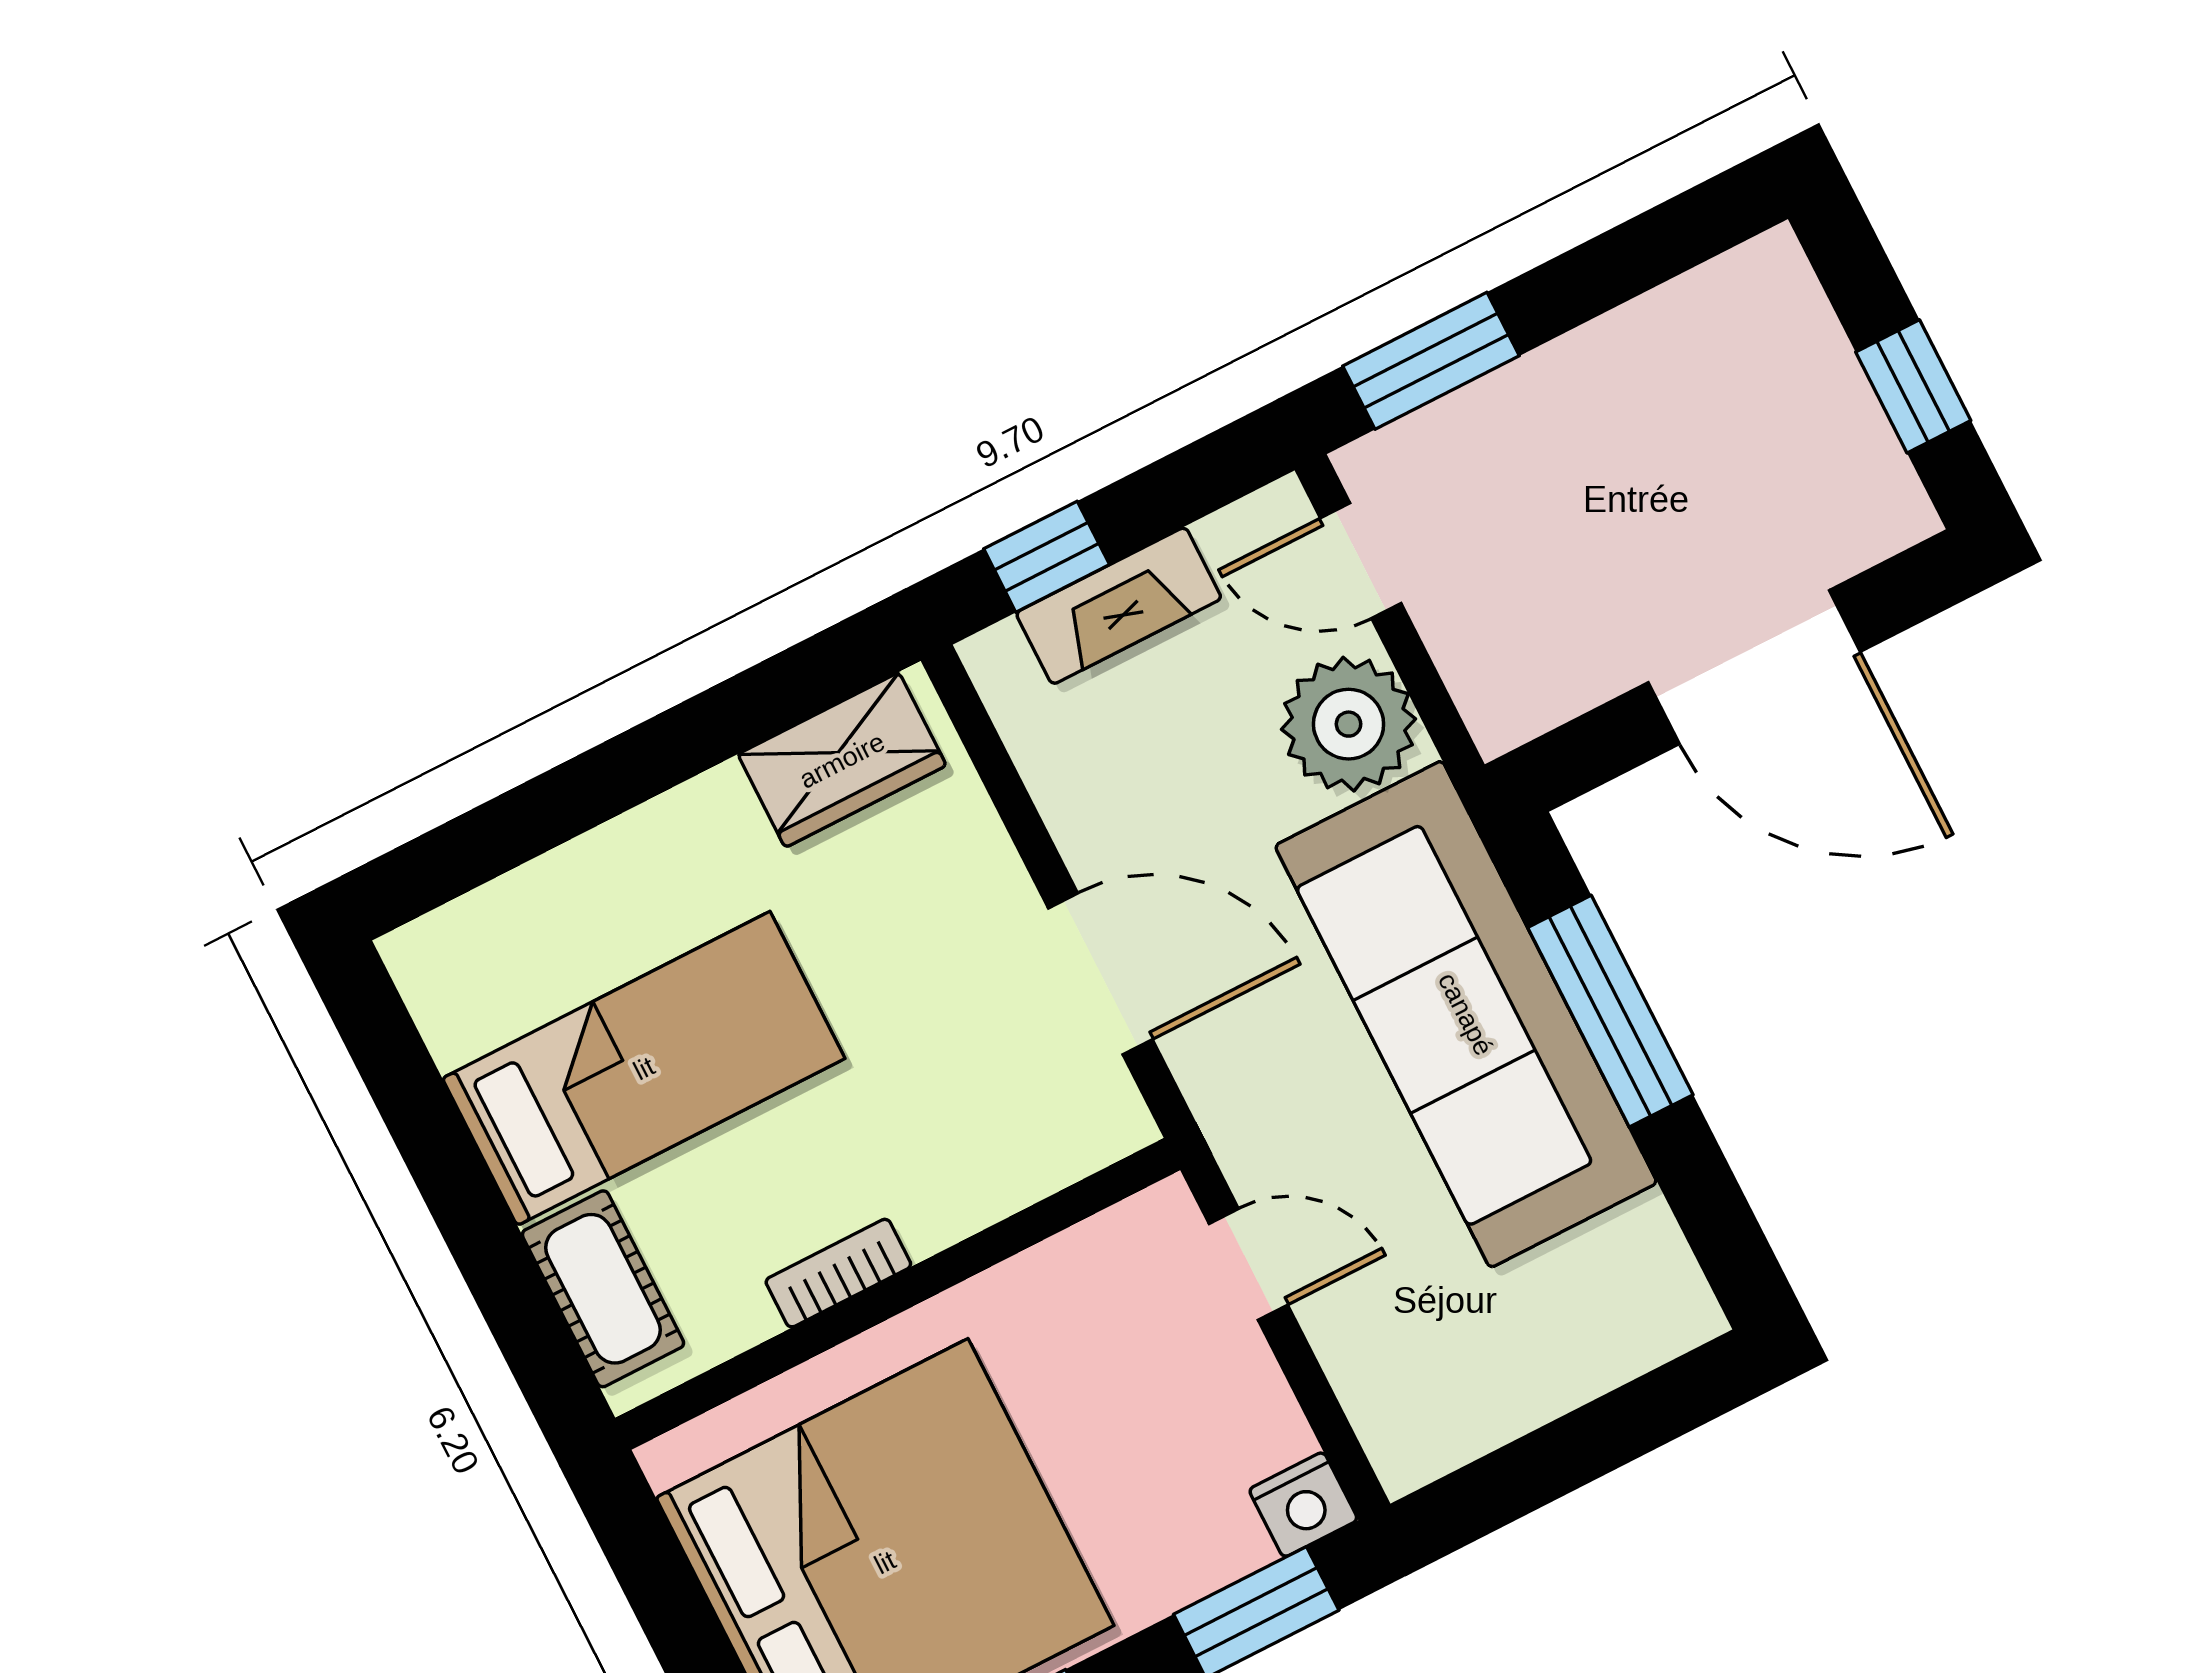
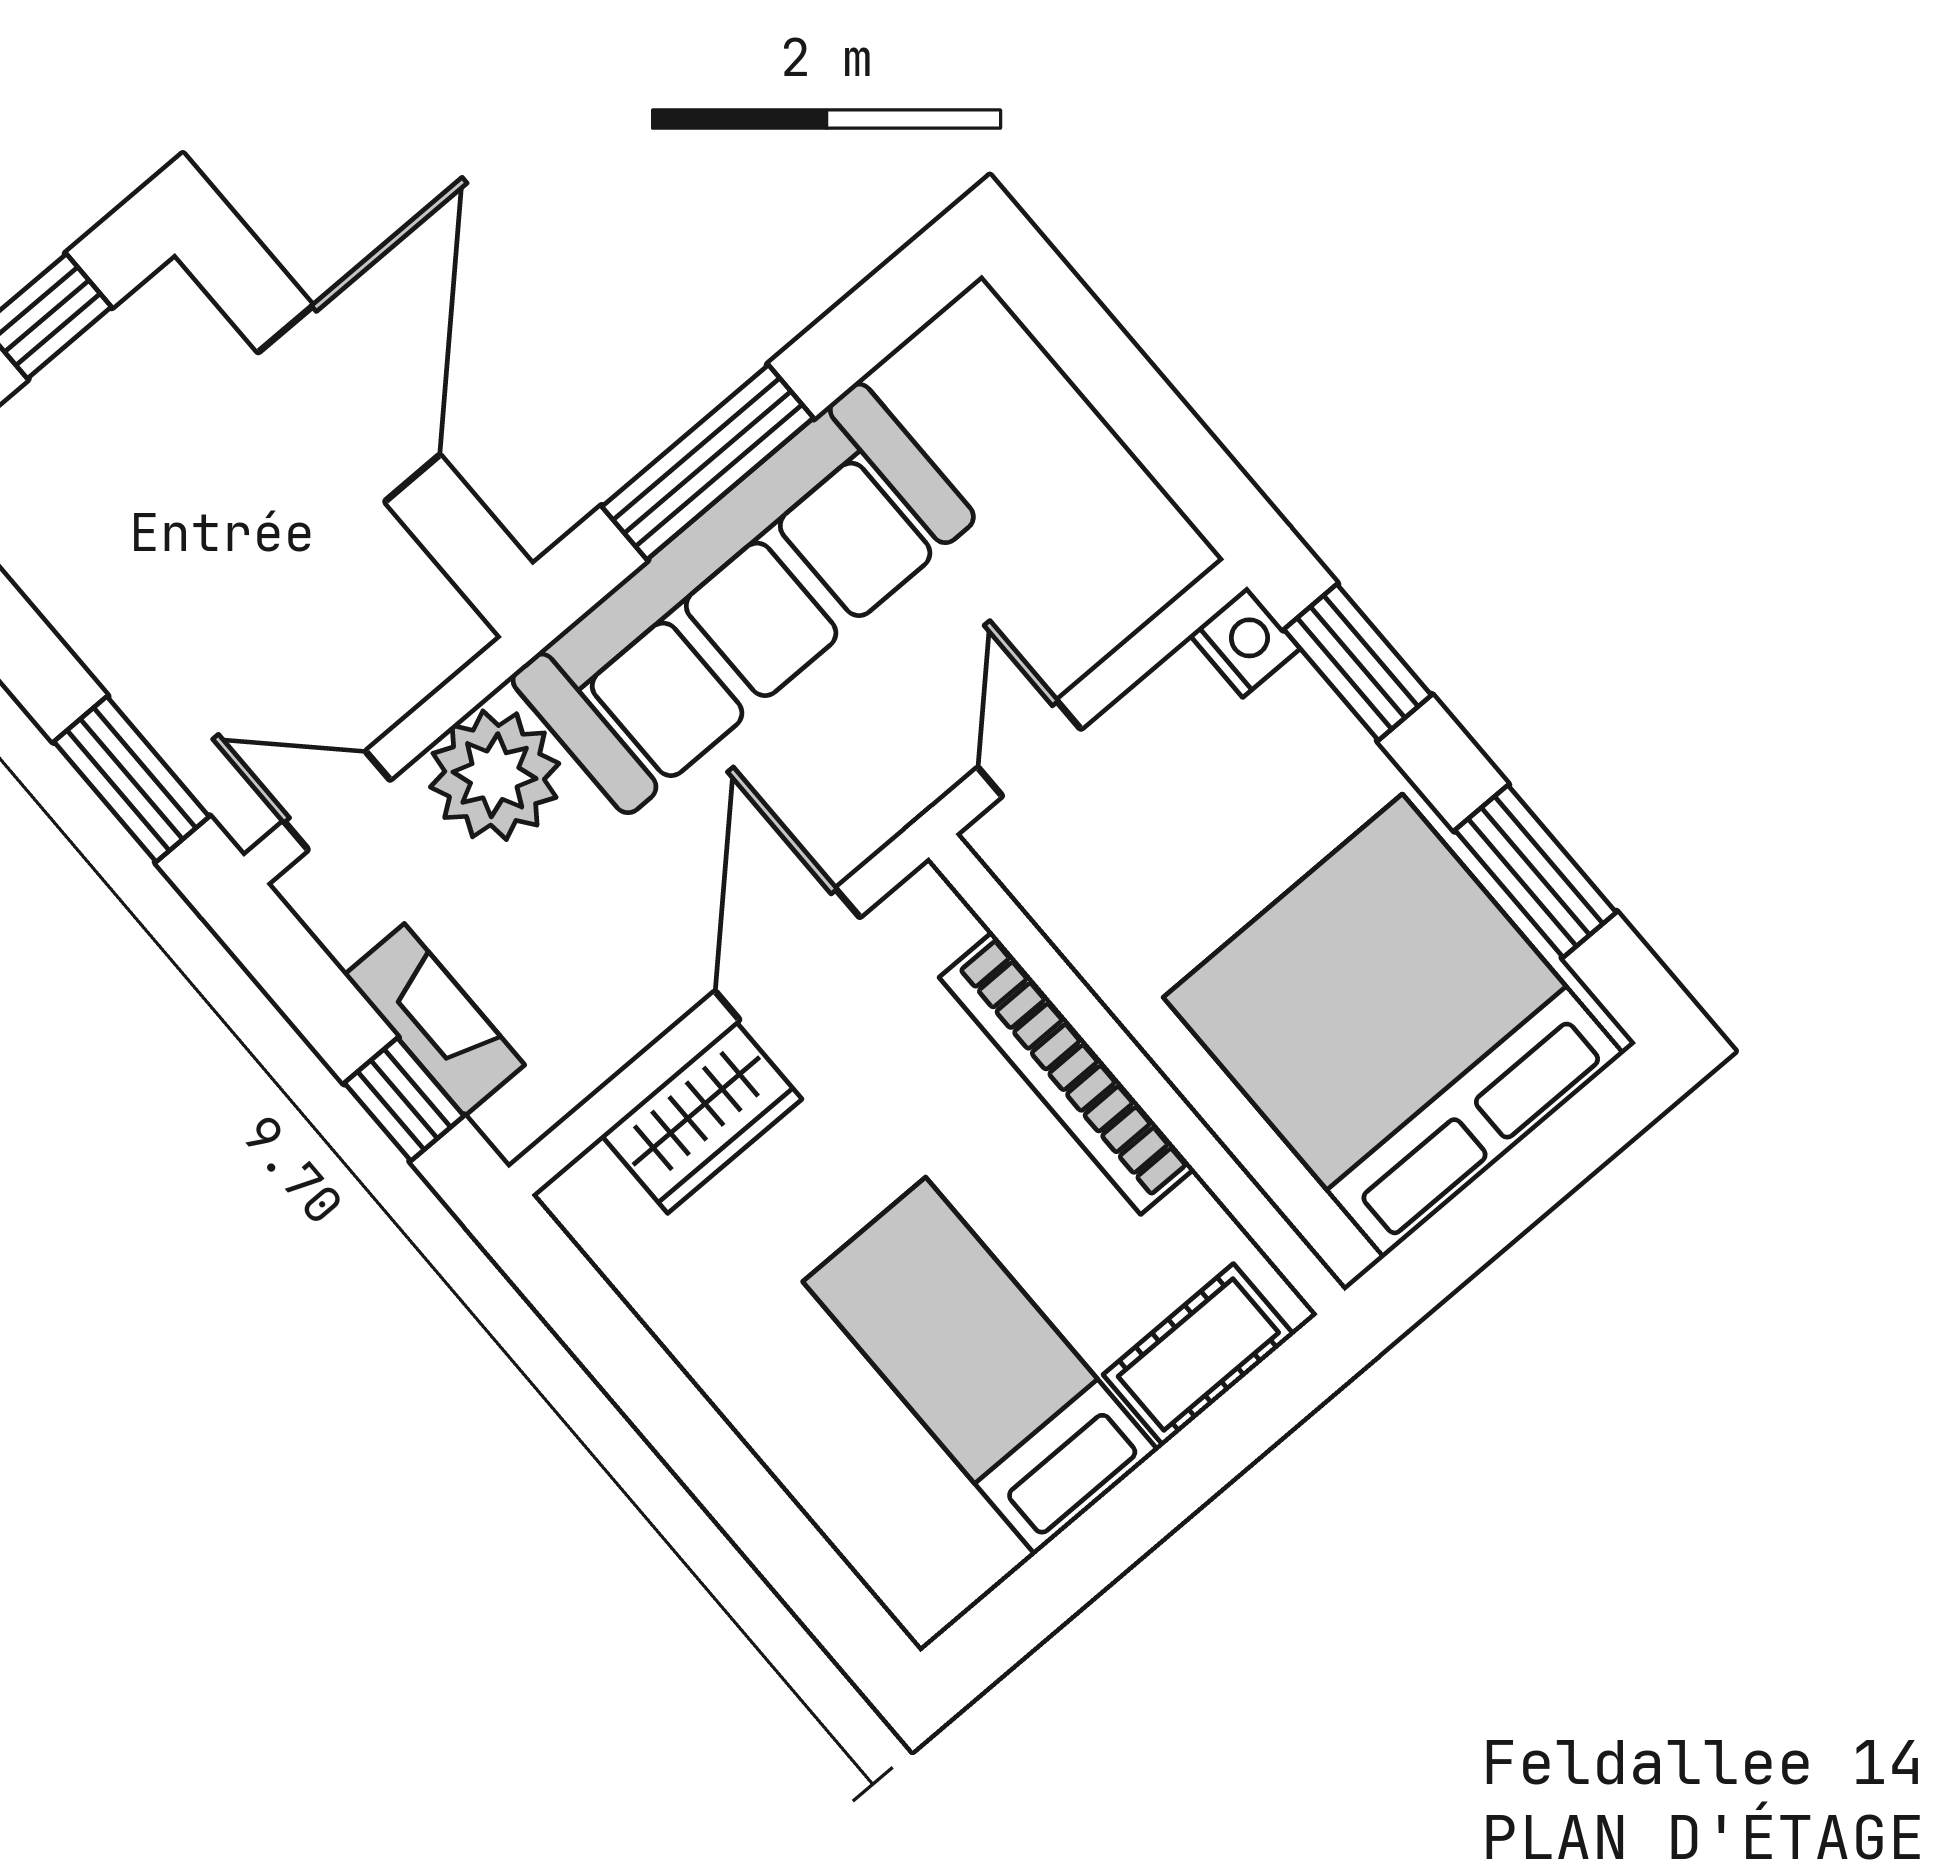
door: (1361, 561) -> (337, 801), swing flipped
wardrobe: (842, 760) -> (702, 1117), moved, turned 90
bookcase: (838, 1273) -> (1067, 1073), width x2.31, depth x1.31

